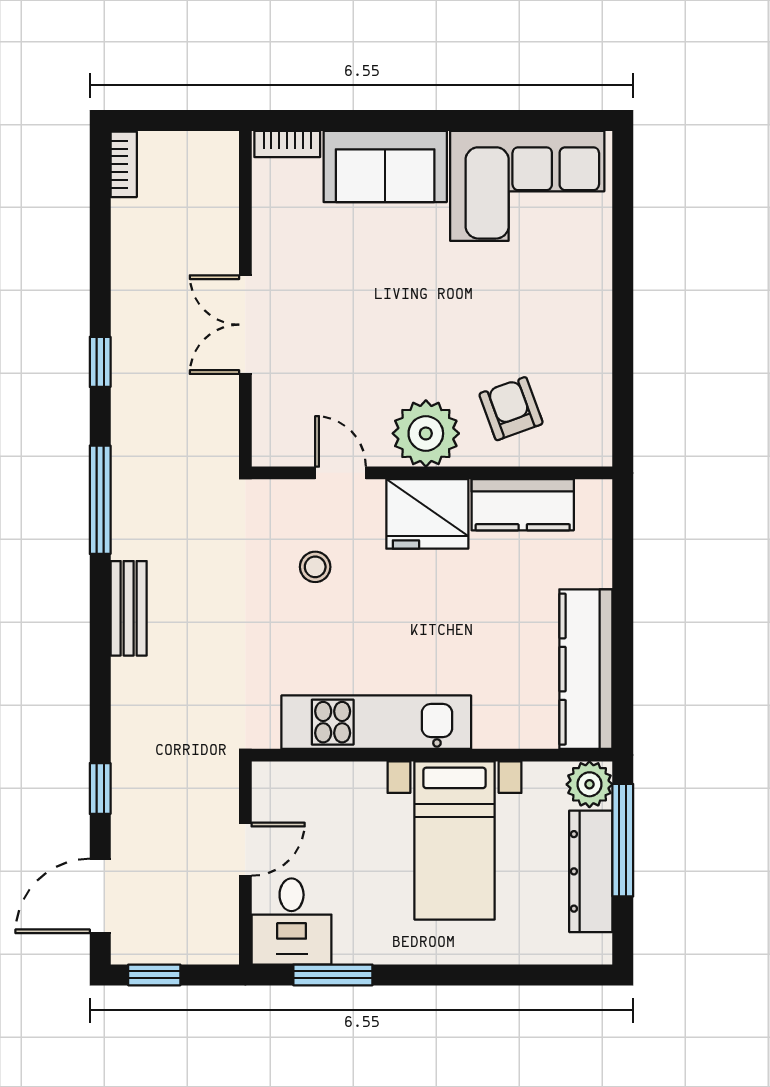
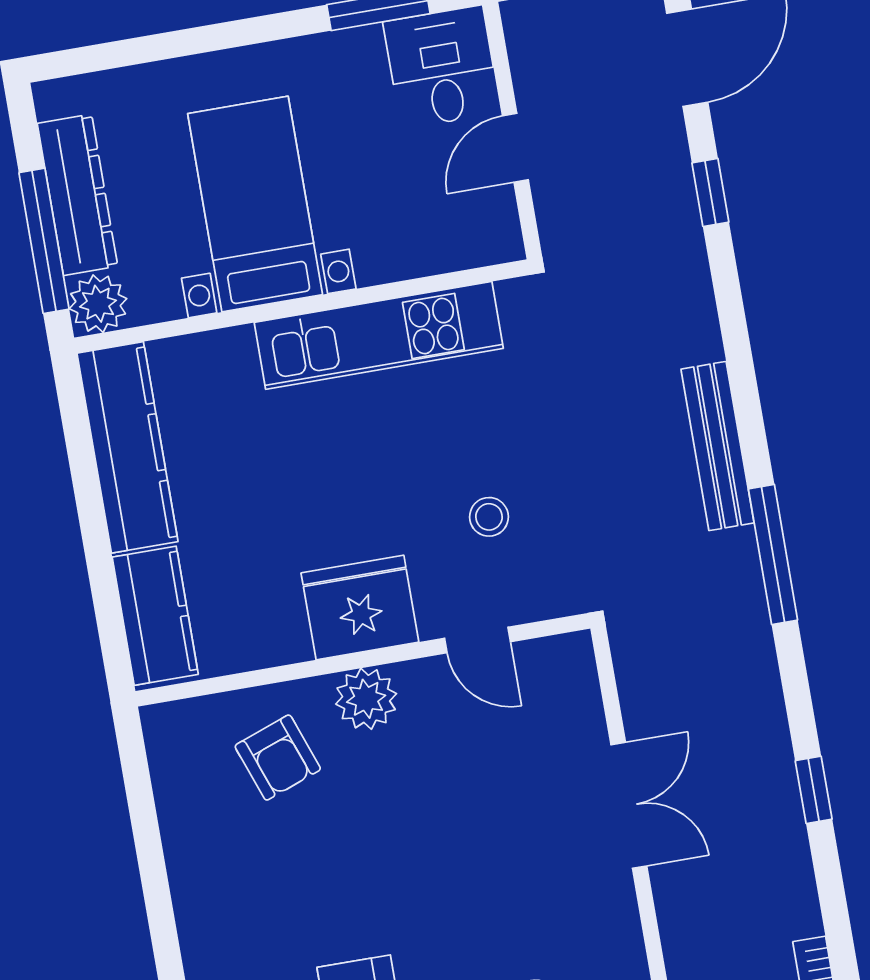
window: (100, 362) -> (814, 790), moved
plant: (426, 433) -> (366, 699), width x0.73, depth x0.73
kitchen counter: (523, 505) -> (155, 616), moved, turned 90
bench: (129, 608) -> (718, 446), width x1.36

